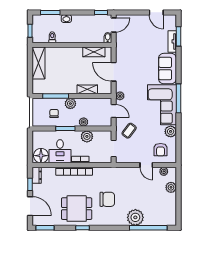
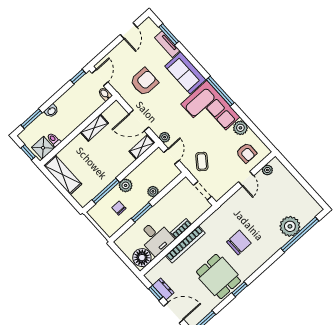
door: (156, 12) -> (129, 31), hinge flipped
shower: (41, 36) -> (43, 148), added
shelving: (94, 52) -> (94, 128), moved
armchair: (138, 52) -> (144, 82), added
shelving: (87, 89) -> (142, 147), moved
door: (114, 111) -> (171, 156), hinge flipped
plant: (87, 136) -> (168, 202), removed
door: (146, 165) -> (246, 179), hinge flipped
dresser: (37, 175) -> (163, 289), moved
plant: (171, 187) -> (287, 179), removed
dining table: (77, 209) -> (219, 276), turned 90
plant: (135, 217) -> (290, 226), moved

